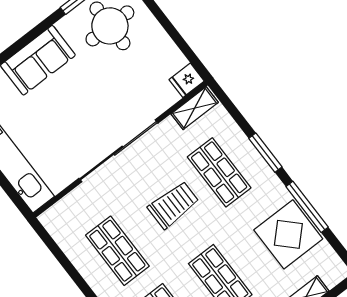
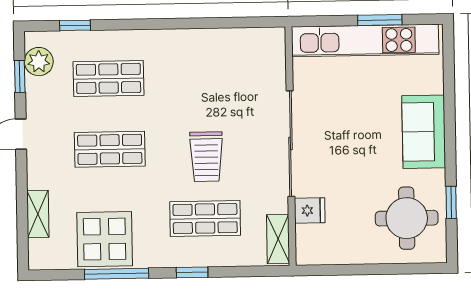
fridge: (187, 80) -> (310, 211), moved, turned 90
window: (265, 153) -> (192, 272), width x0.67
shop shelf: (117, 251) -> (203, 77), removed

